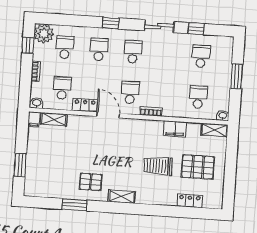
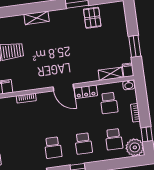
school desk: (130, 92) -> (48, 111), removed
window: (20, 165) -> (135, 46), moved
pallet: (91, 182) -> (92, 18), moved, turned 90

